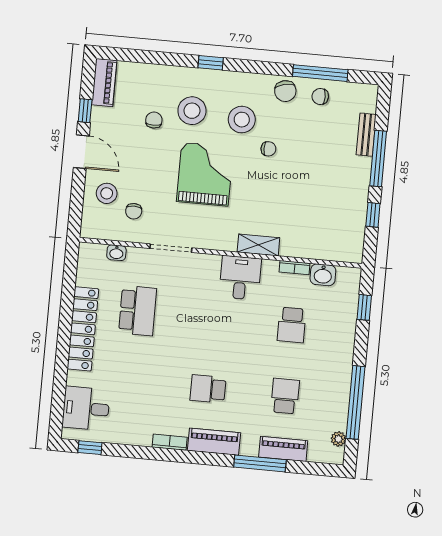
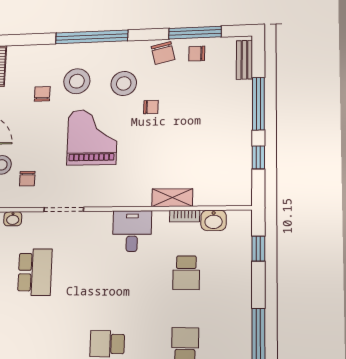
window: (211, 63) -> (92, 37), width x3.17
bench: (366, 135) -> (244, 60), moved
shelving: (258, 245) -> (172, 198), moved

